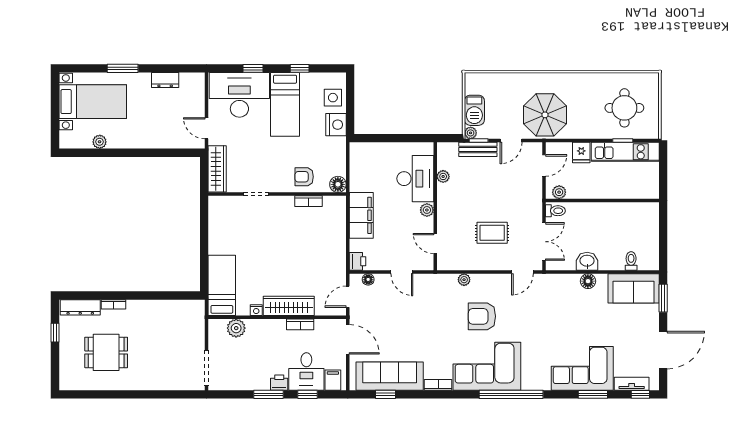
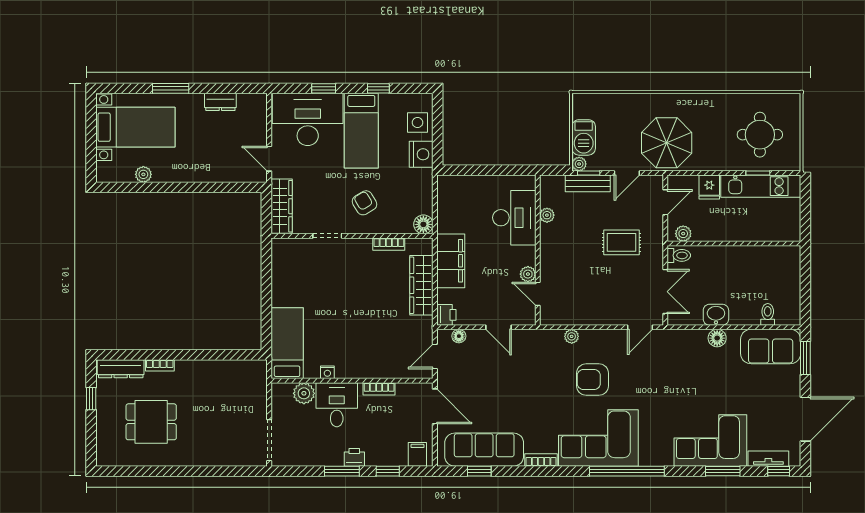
armchair: (304, 177) -> (364, 203), moved, turned 59
plant: (427, 210) -> (528, 274), moved
rug: (492, 233) -> (622, 242), moved
wardrobe: (289, 306) -> (421, 285), moved, turned -90
desk: (306, 371) -> (337, 405), moved, turned 180

